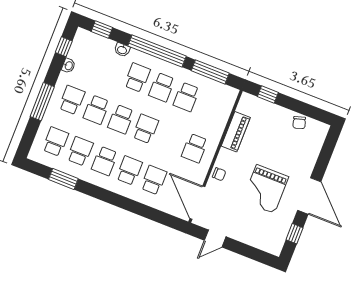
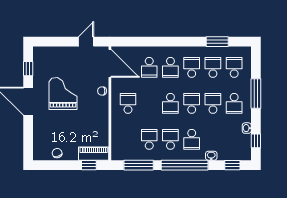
piano: (236, 132) -> (94, 154), moved, turned 90
school desk: (55, 142) -> (234, 67), turned 180
school desk: (80, 151) -> (213, 67), turned 180

